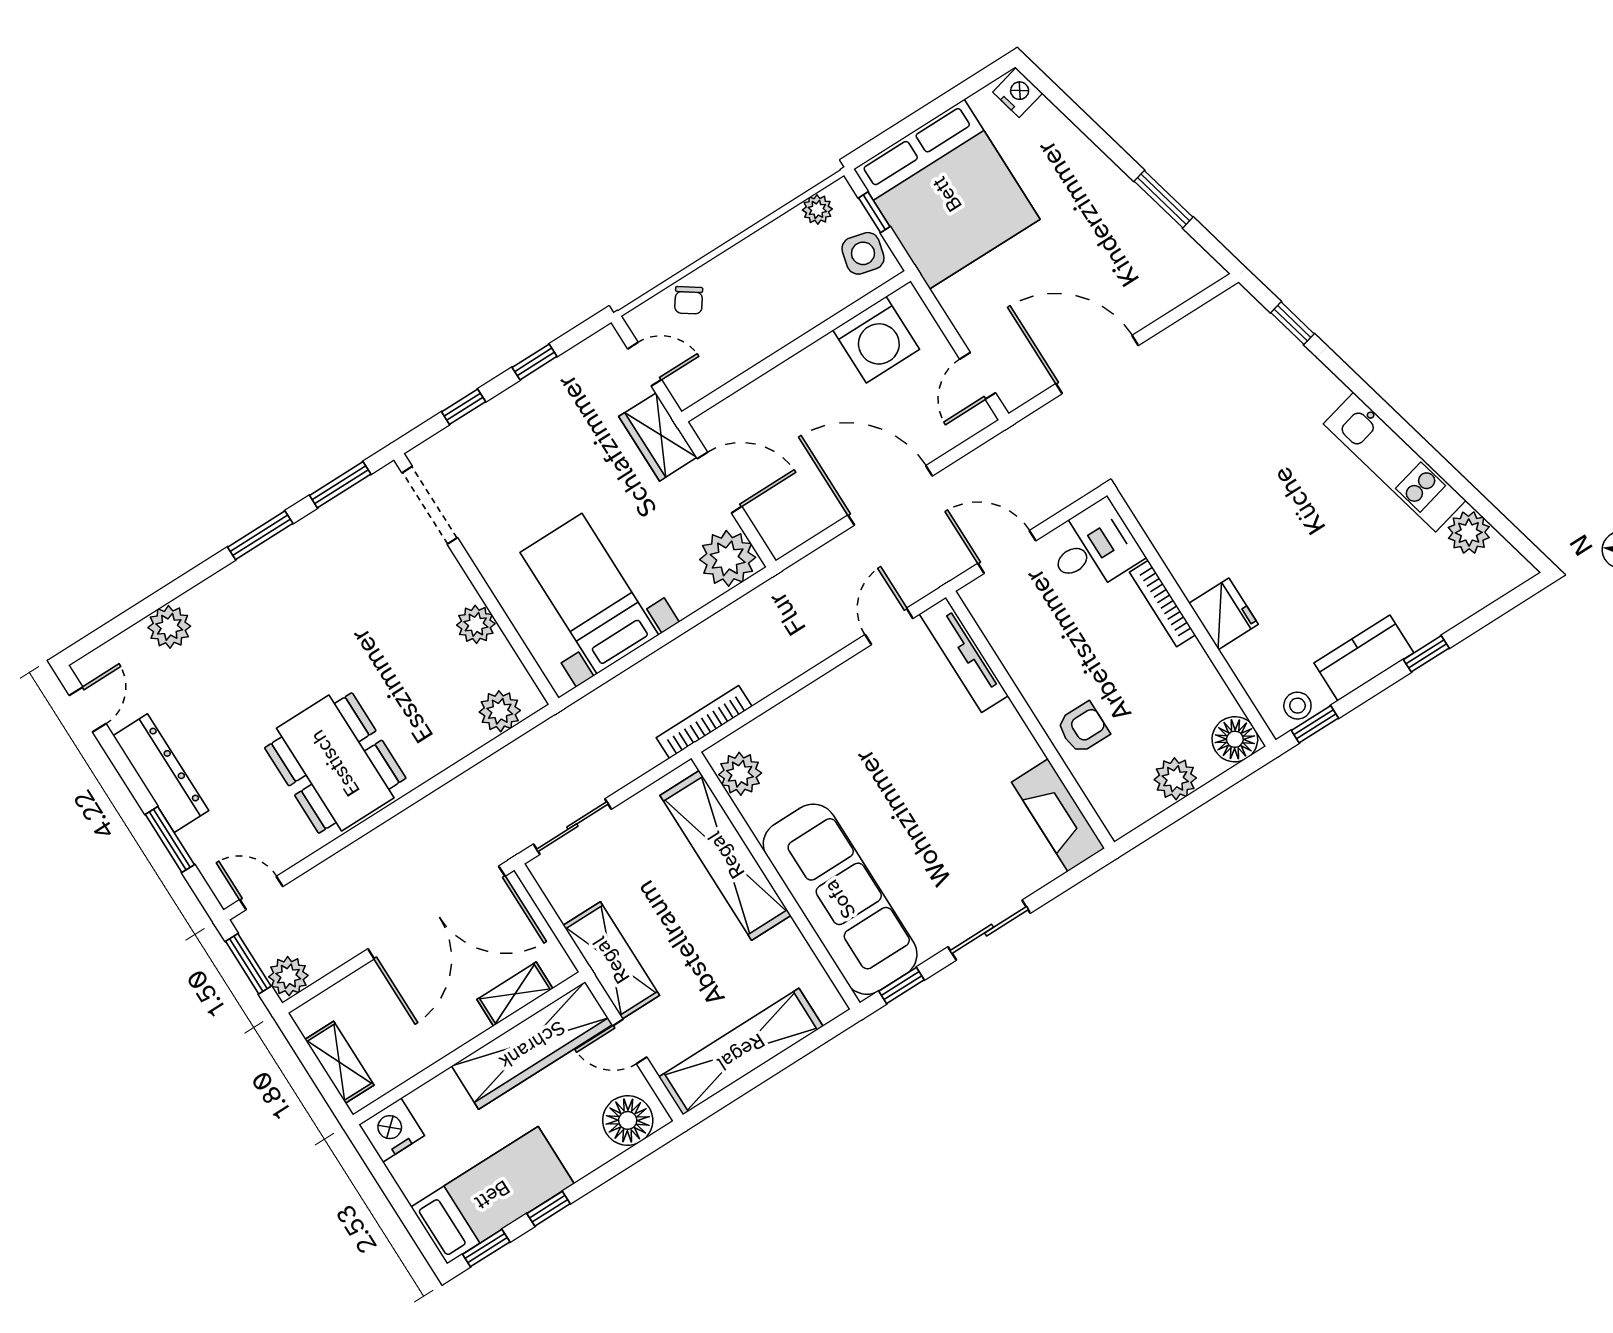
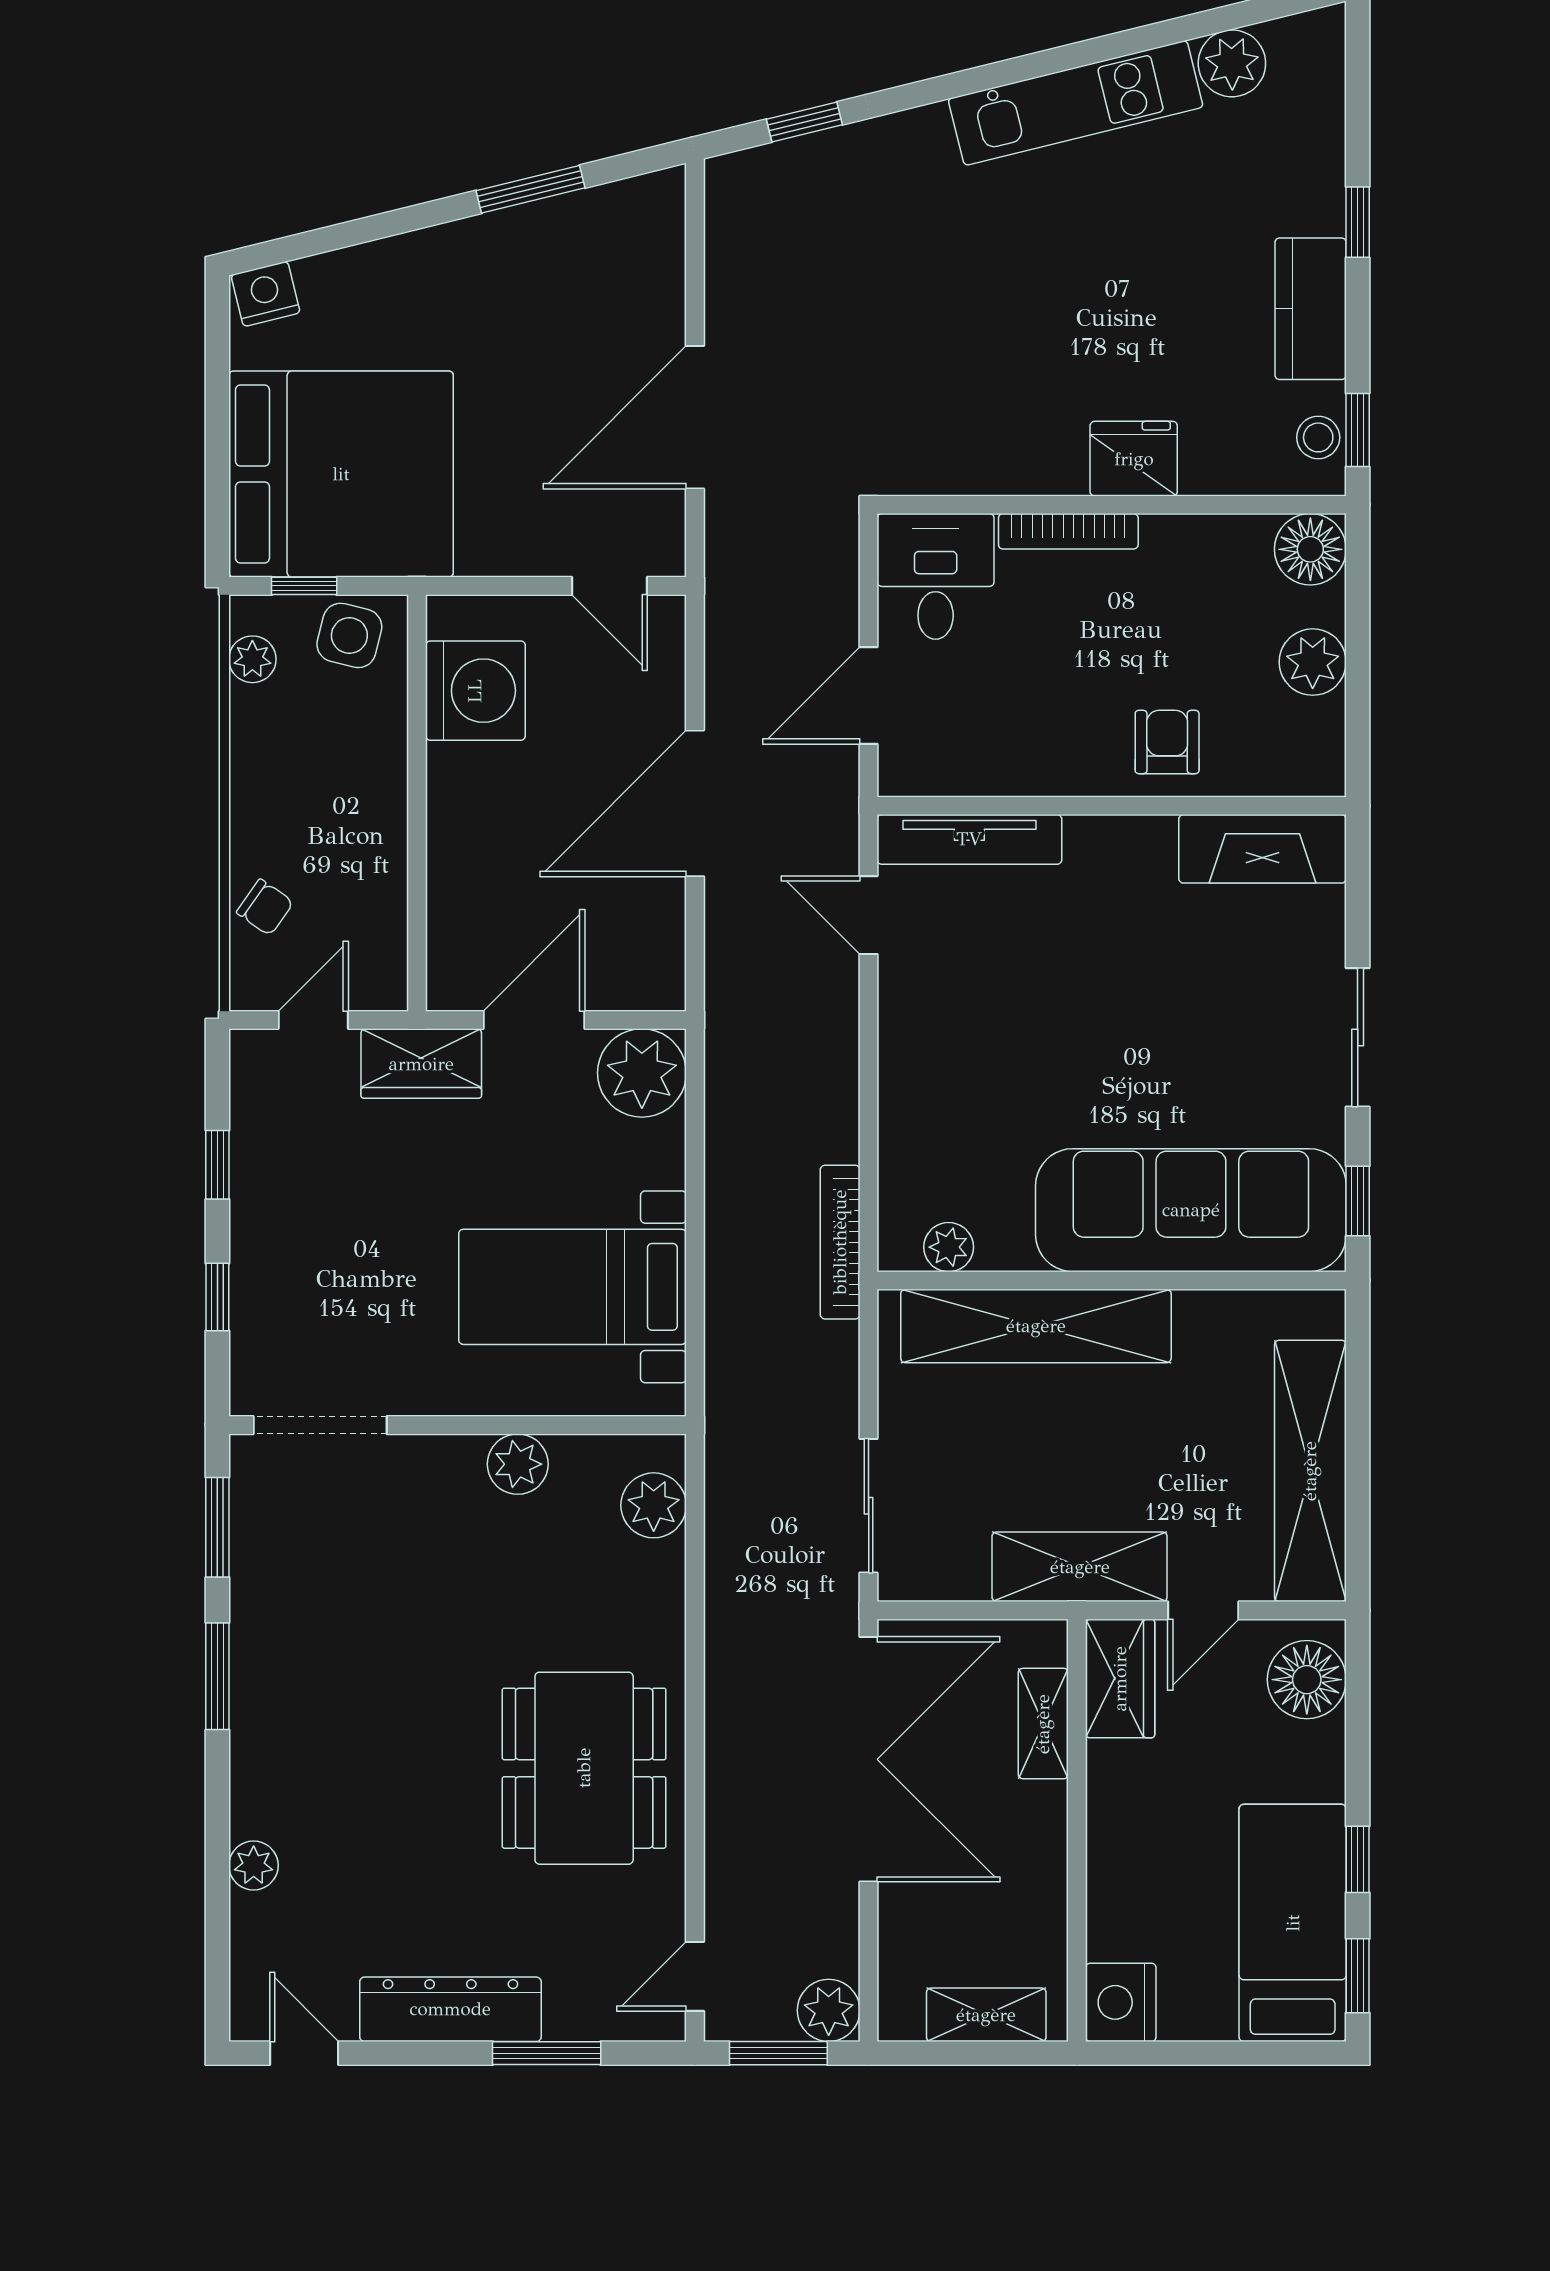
plant: (169, 627) -> (254, 1865), width x0.73, depth x0.73
dining table: (335, 763) -> (584, 1768), turned 90
plant: (740, 774) -> (949, 1247), width x0.73, depth x0.73
wardrobe: (532, 1045) -> (1120, 1679), width x0.48, depth x0.85

